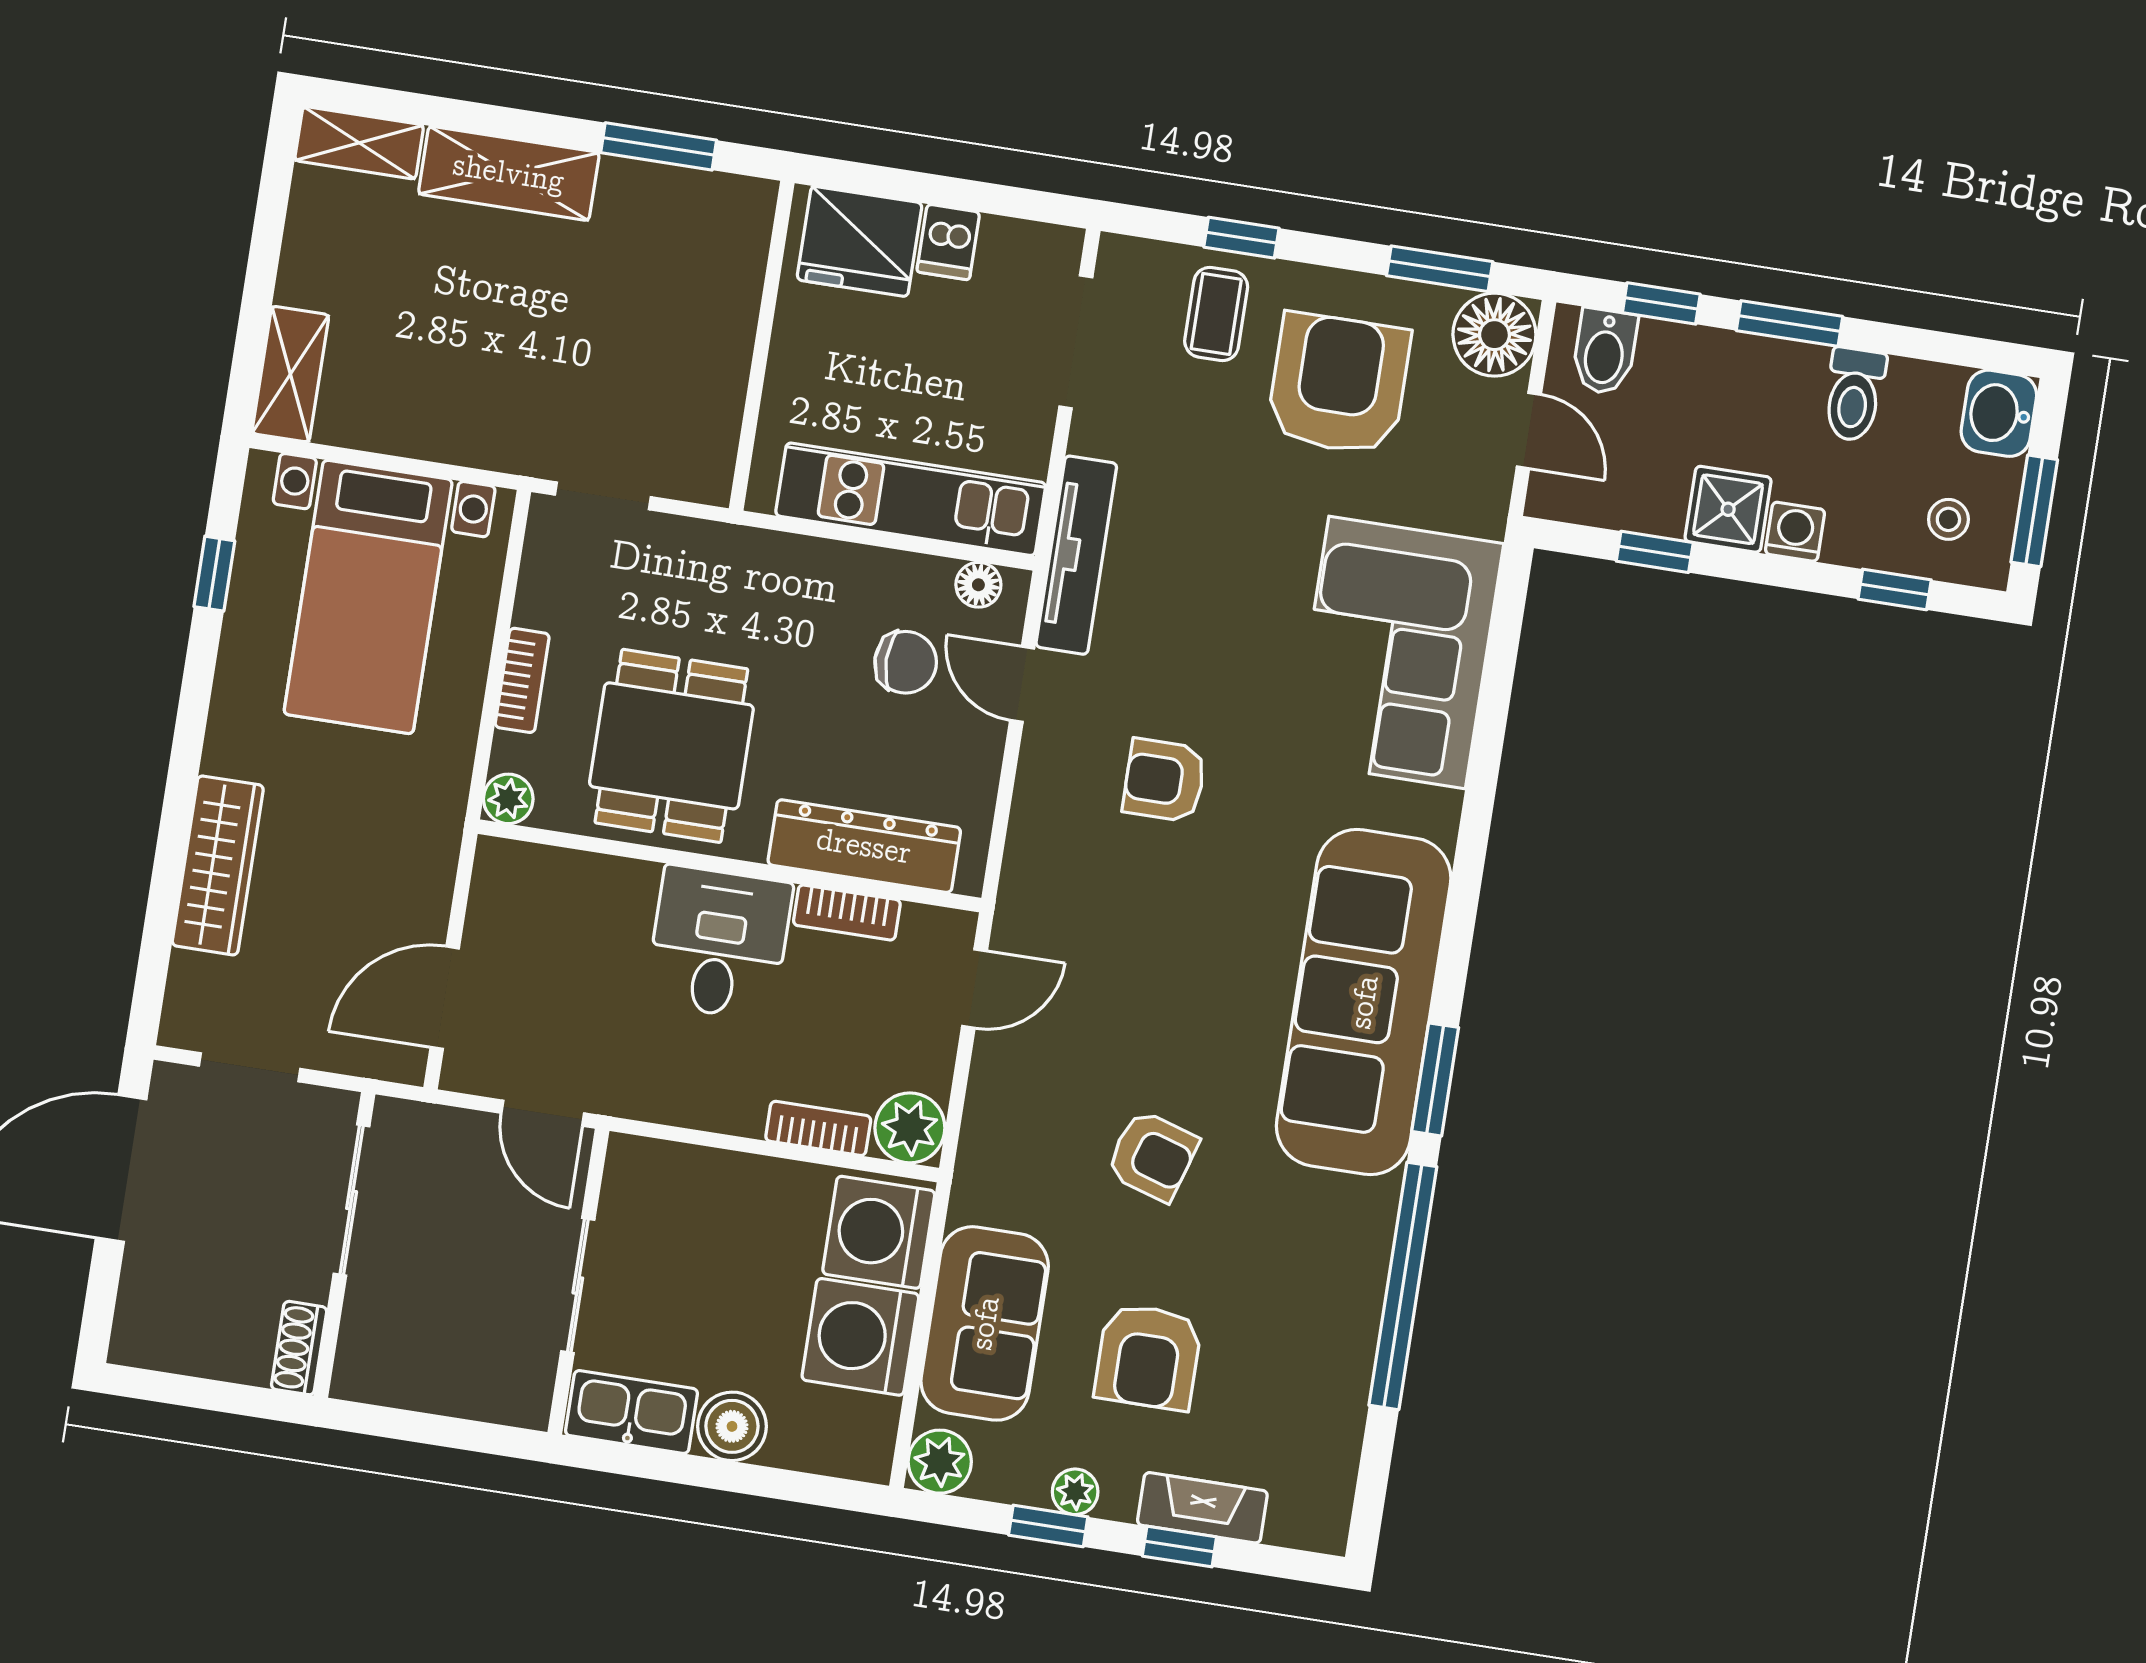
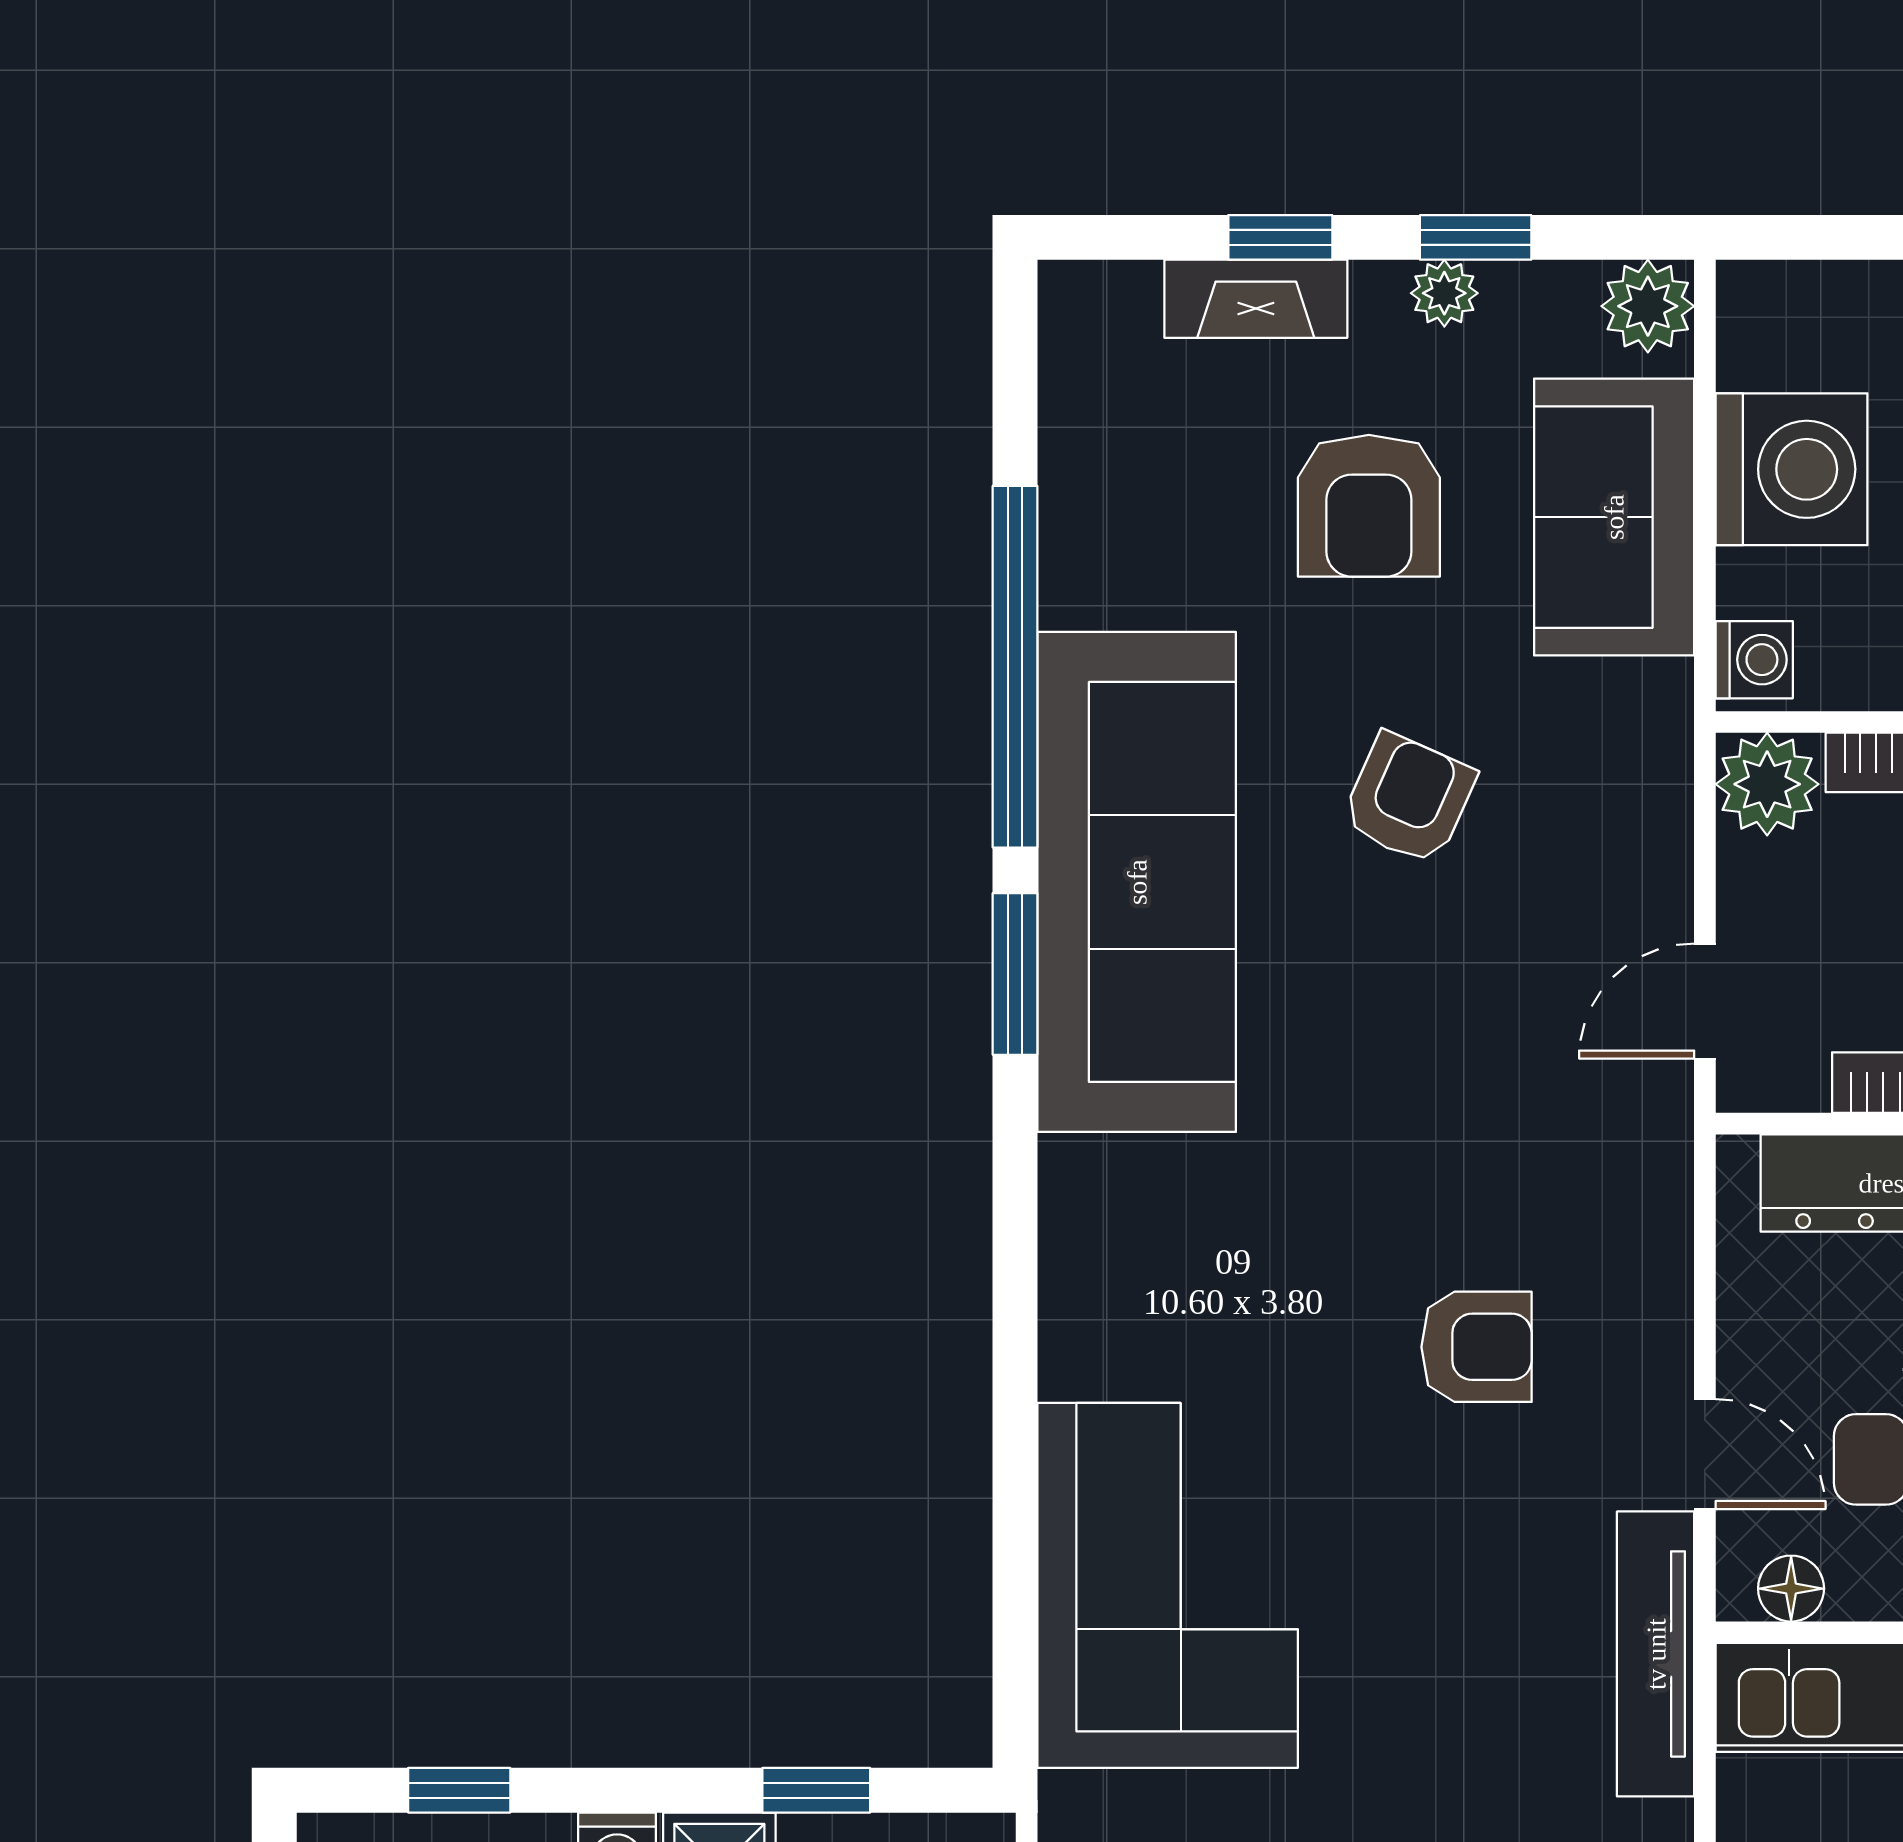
sofa: (1364, 1002) -> (1137, 882), moved
armchair: (1152, 1156) -> (1409, 799), turned 97
washing machine: (879, 1232) -> (1754, 660), width x0.53, depth x0.53
armchair: (1148, 1357) -> (1369, 506), turned 180

